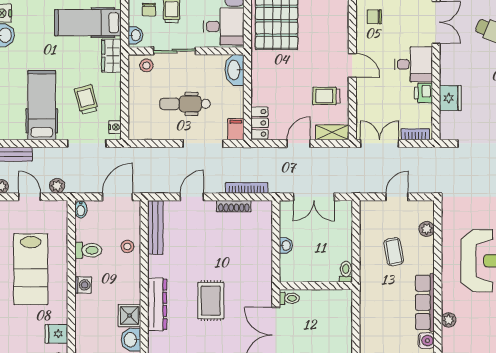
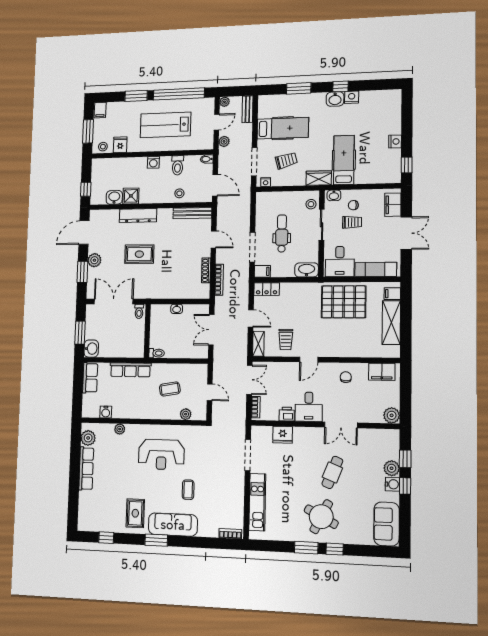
trolley: (326, 96) -> (286, 339), turned 180
row of seats: (425, 302) -> (130, 370), moved, turned 180

